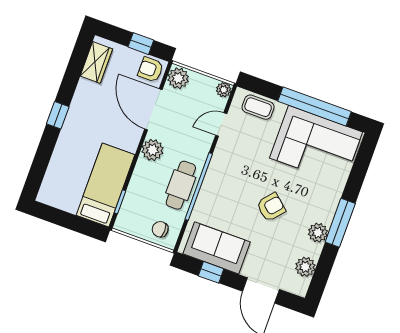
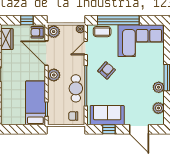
window: (315, 106) -> (118, 20), moved
armchair: (271, 207) -> (107, 70), moved

